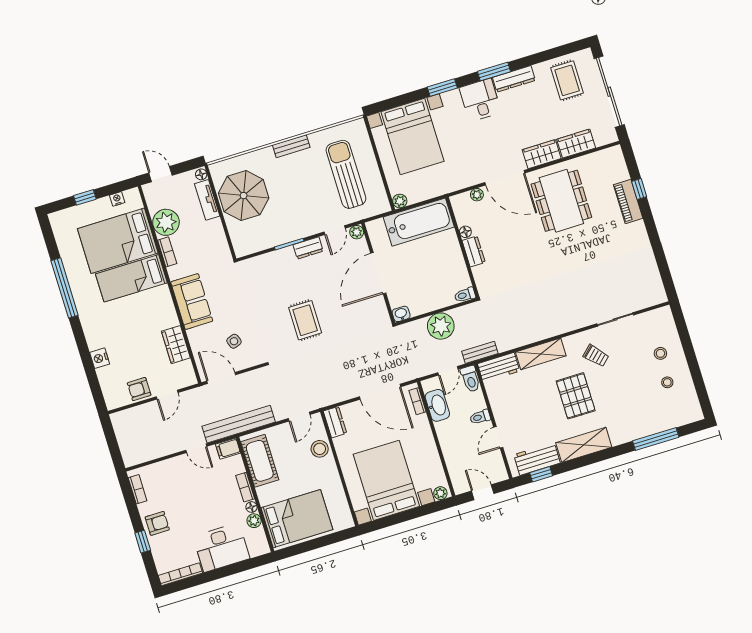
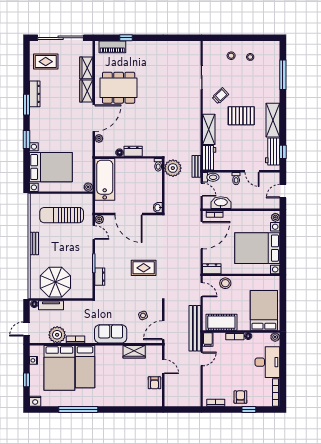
desk: (480, 100) -> (41, 119), removed
piano: (628, 202) -> (112, 47), moved
dresser: (308, 248) -> (100, 277), moved
plant: (441, 326) -> (173, 168), moved
nightstand: (100, 358) -> (35, 401), moved
plant: (254, 521) -> (275, 337), moved

